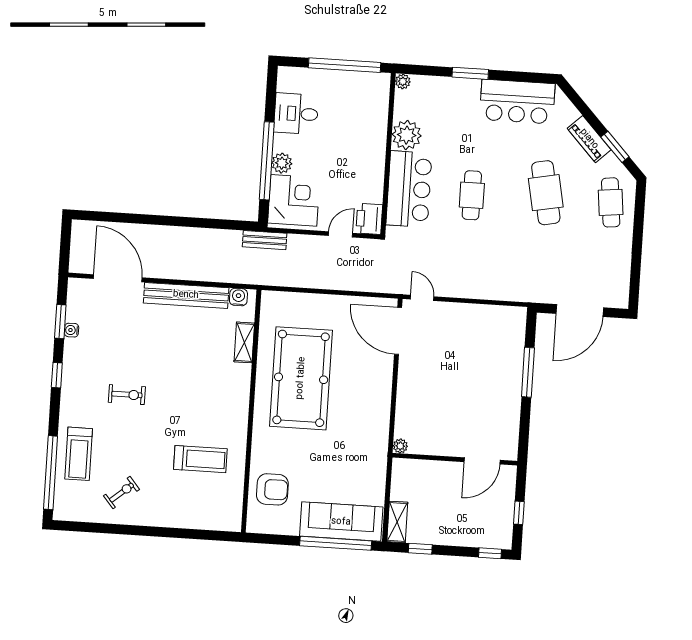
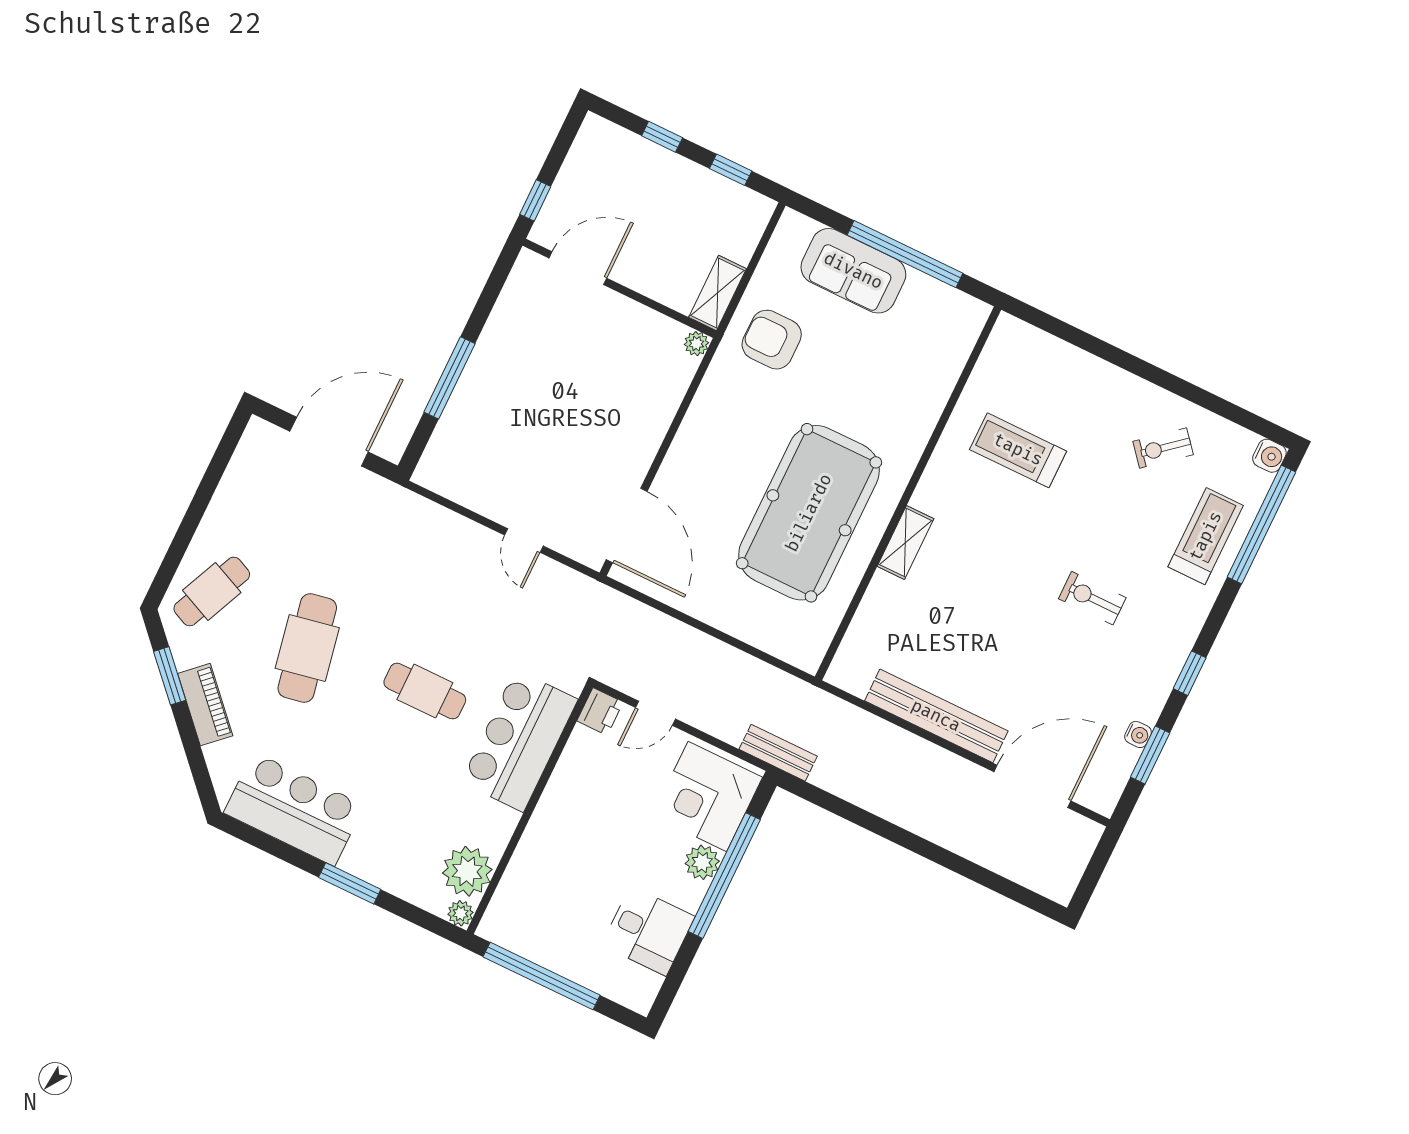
plant: (407, 135) -> (467, 871), moved
cafe table: (472, 195) -> (425, 691), turned 90
cafe table: (611, 202) -> (212, 591), turned 30
printer: (369, 219) -> (600, 712), width x0.73, depth x0.81
door: (118, 278) -> (1032, 786), swing flipped
water cooler: (238, 297) -> (1269, 456), moved, turned -90
door: (422, 298) -> (524, 540), moved
shelving: (244, 342) -> (905, 542), moved
armchair: (272, 489) -> (772, 340), moved
window: (519, 513) -> (535, 200), moved
sofa: (341, 522) -> (853, 271), width x0.73
shelving: (397, 522) -> (717, 293), moved
window: (336, 543) -> (905, 254), moved
window: (490, 553) -> (662, 137), moved

